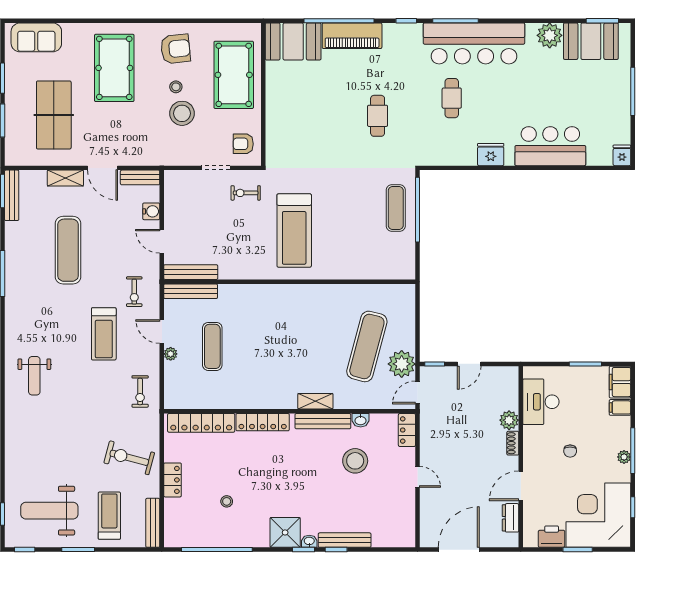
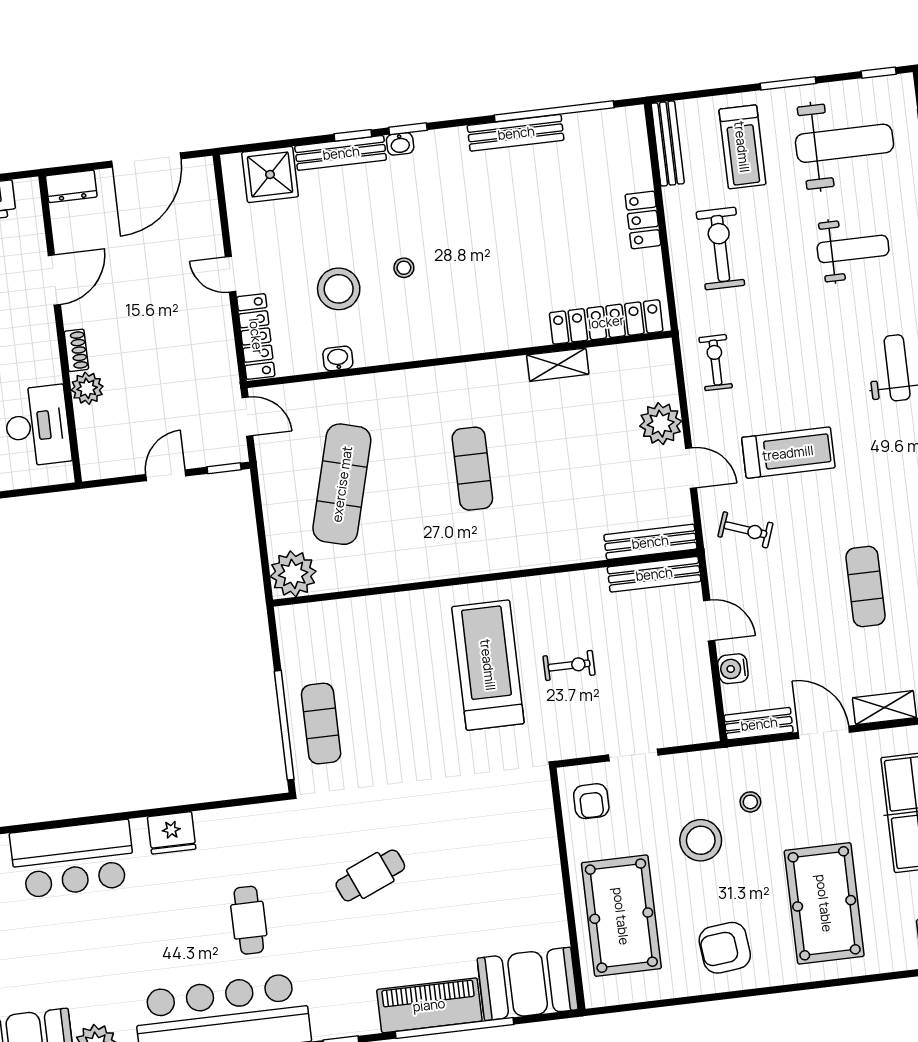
stool: (176, 87) -> (750, 802), moved
cafe table: (378, 116) -> (370, 875), turned 67
armchair: (243, 144) -> (591, 801), turned 90
exercise bike: (246, 193) -> (569, 665), moved
exercise mat: (68, 250) -> (866, 587), width x0.73, depth x0.69
exercise bike: (134, 292) -> (745, 530), turned 110
treadmill: (104, 334) -> (788, 453), turned 90
exercise mat: (212, 346) -> (472, 469), moved
plant: (171, 354) -> (661, 424), width x1.88, depth x1.88
plant: (402, 364) -> (293, 574), moved
door: (417, 393) -> (247, 417), hinge flipped
shelving: (315, 401) -> (558, 365), moved
bench: (323, 421) -> (516, 133), moved
locker: (263, 422) -> (503, 336), removed
locker: (407, 430) -> (256, 336), width x1.53
weight bench: (52, 448) -> (853, 249), added
exercise bike: (129, 458) -> (720, 249), turned -105
stool: (227, 501) -> (404, 268), moved
dresser: (511, 518) -> (71, 186), moved, turned 90
shower: (285, 532) -> (270, 174), moved

